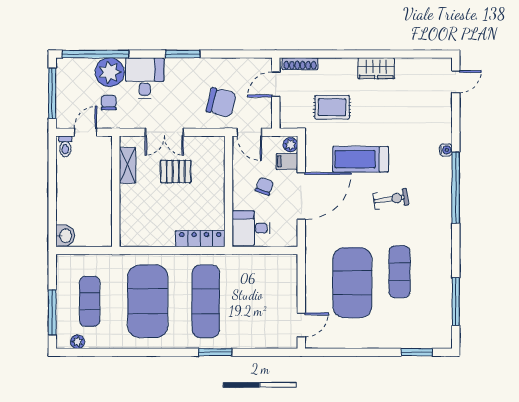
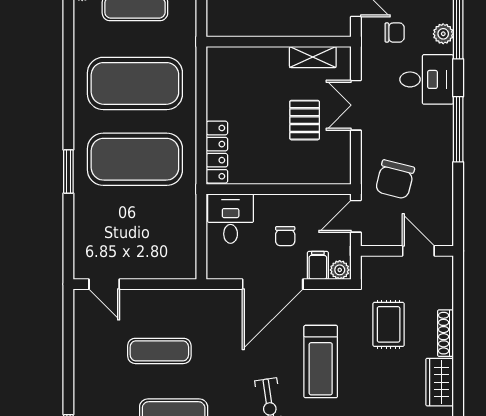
window: (183, 54) -> (458, 129), width x1.44
shoe rack: (300, 64) -> (445, 333), moved
plant: (110, 72) -> (443, 34), width x0.53, depth x0.53
treadmill: (360, 159) -> (321, 362), turned 180
chair: (264, 186) -> (285, 236), turned 70
door: (301, 196) -> (273, 284), hinge flipped
exercise mat: (352, 283) -> (159, 351), width x0.50, depth x0.69
exercise mat: (206, 301) -> (135, 159), width x1.47

